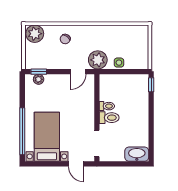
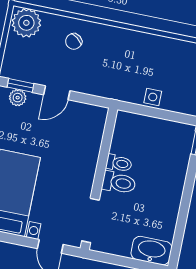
plant: (98, 60) -> (119, 86), removed
door: (78, 72) -> (57, 93), moved

